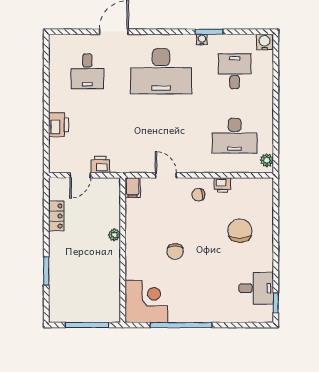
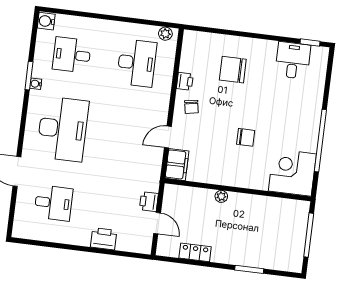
filing cabinet: (133, 188) -> (177, 165), width x2.00

